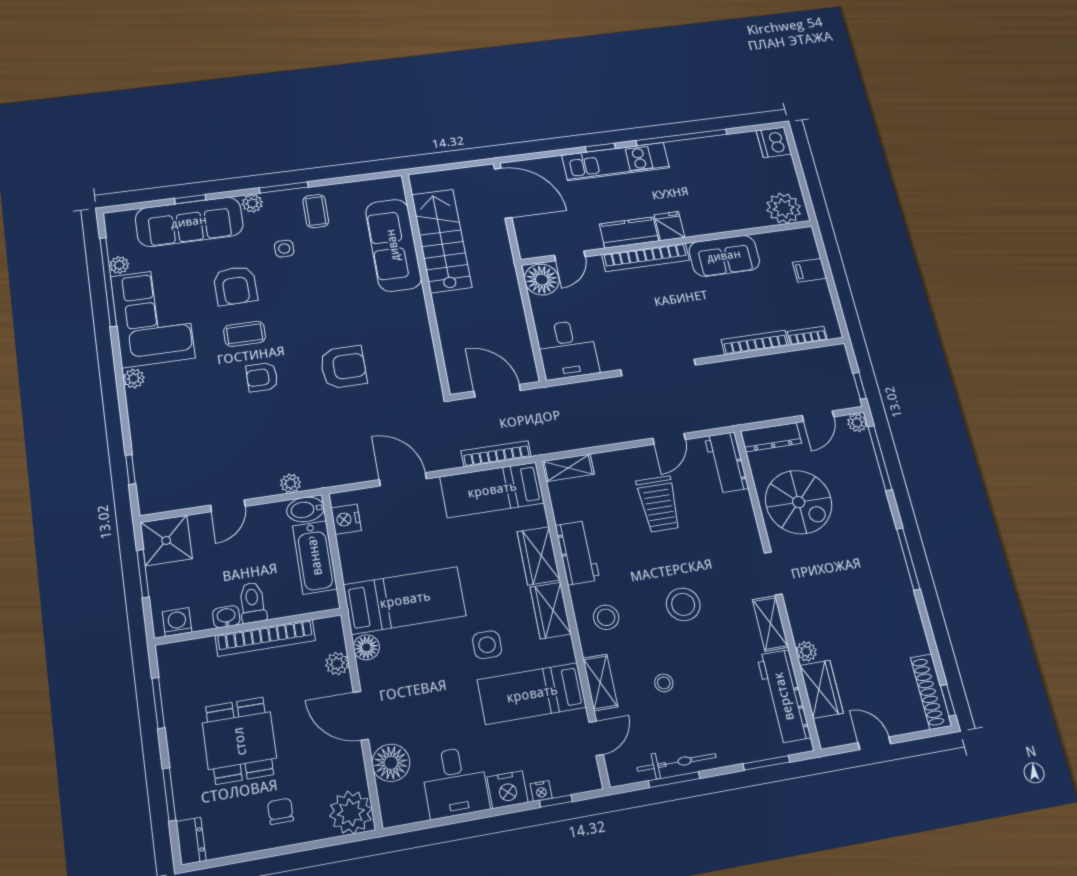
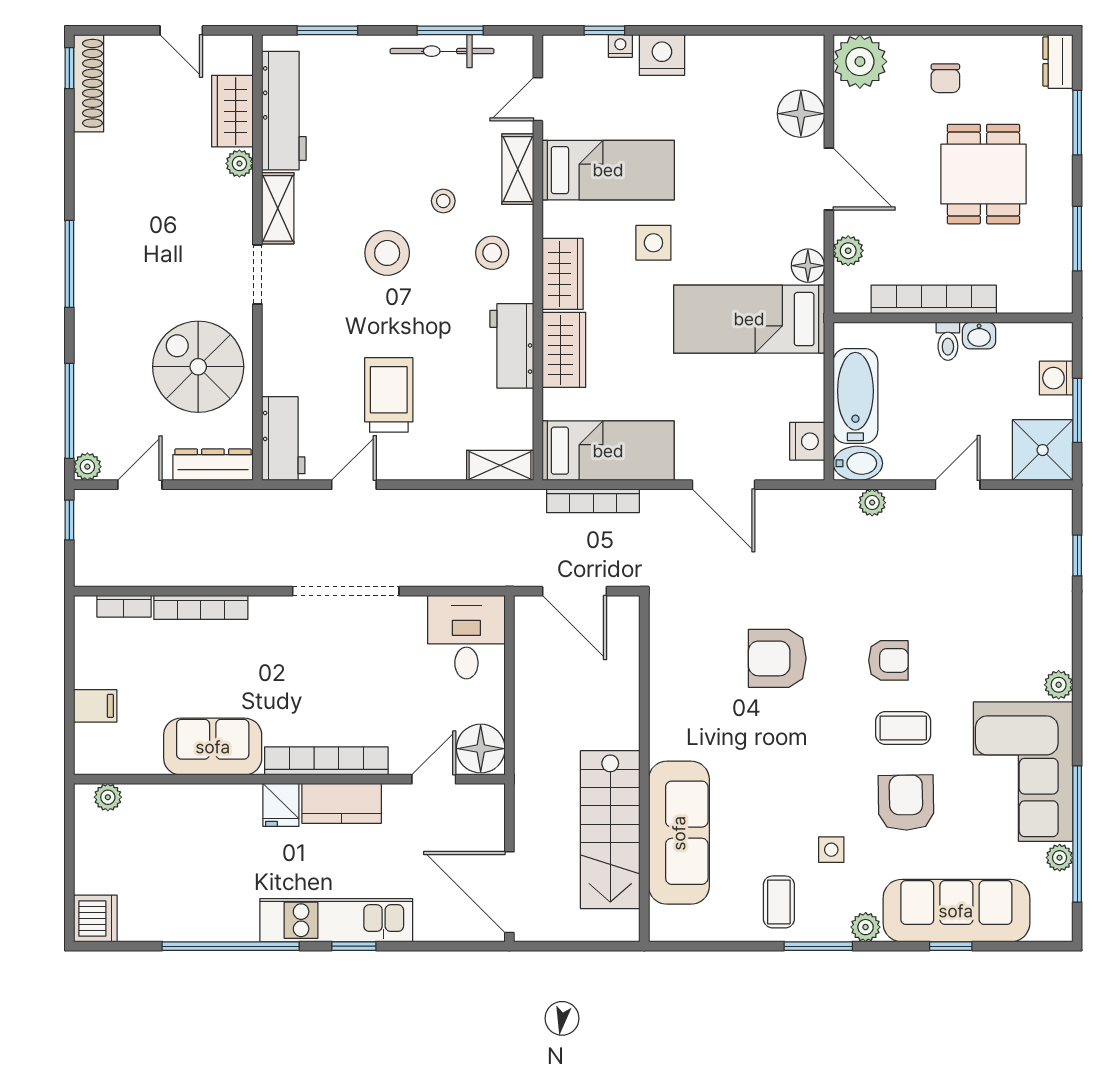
plant: (784, 208) -> (108, 797), width x0.53, depth x0.53
toilet: (252, 603) -> (948, 341), width x0.73, depth x0.72
washing machine: (177, 622) -> (1056, 378), moved, turned 90
stool: (664, 683) -> (443, 201), moved
desk: (455, 782) -> (726, 76), removed

